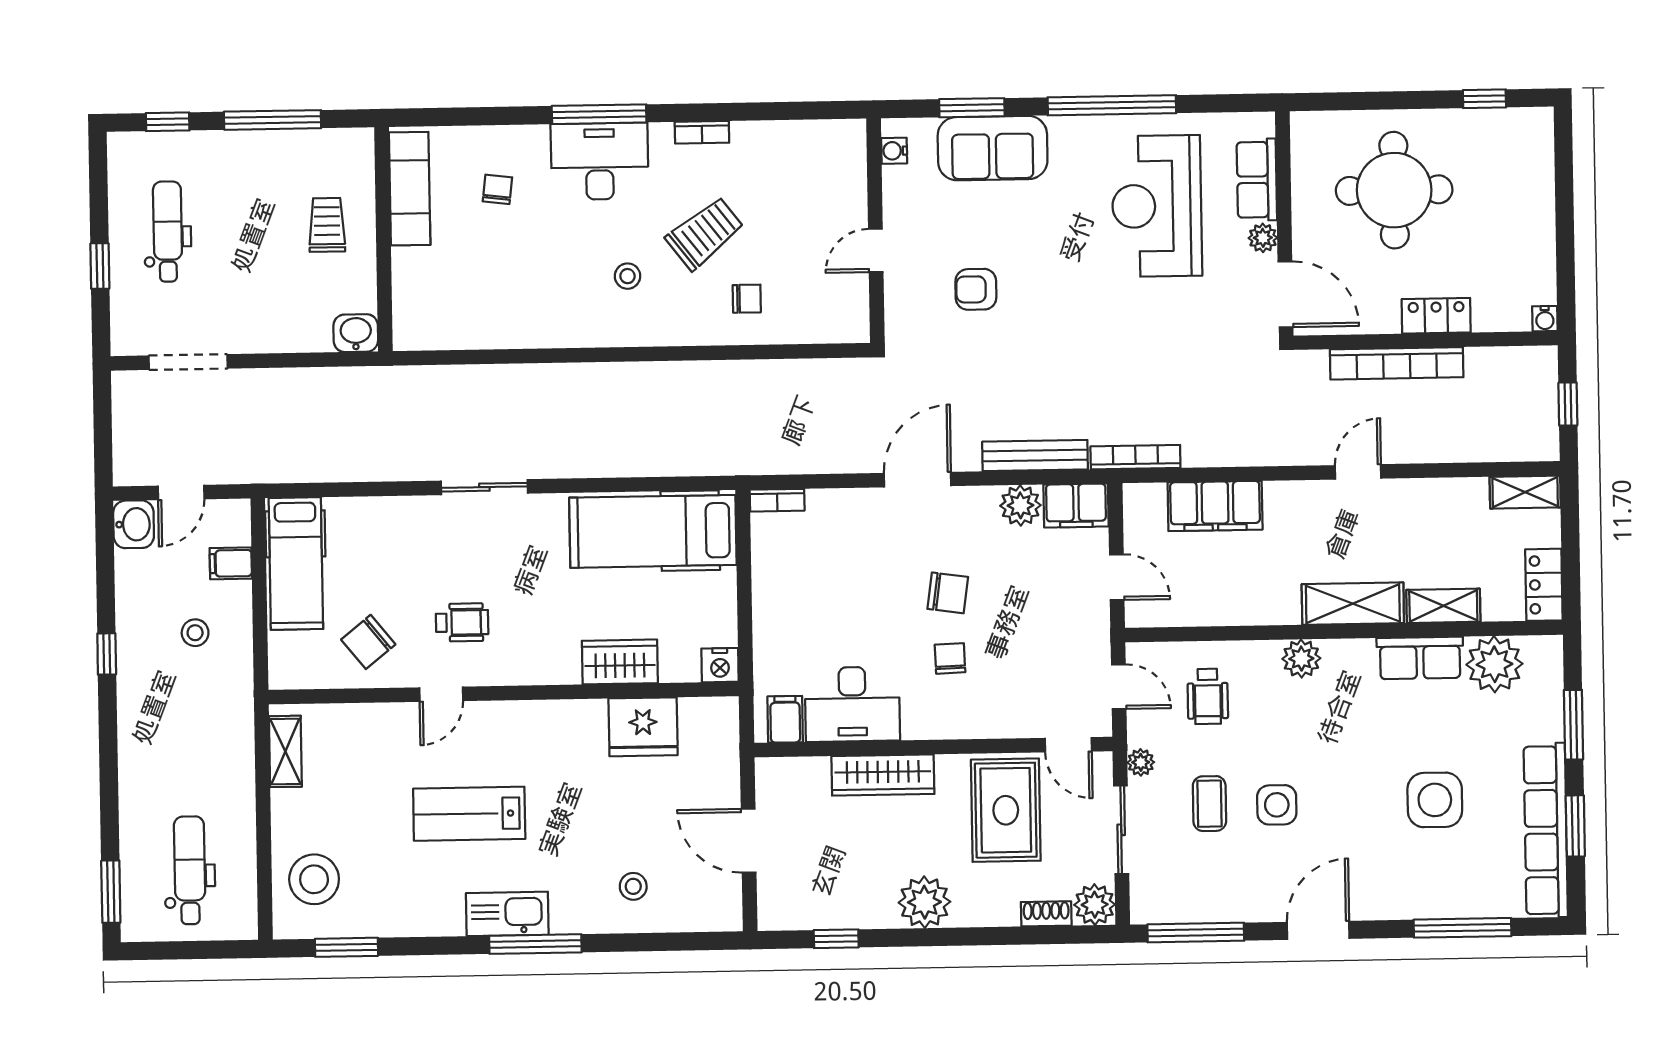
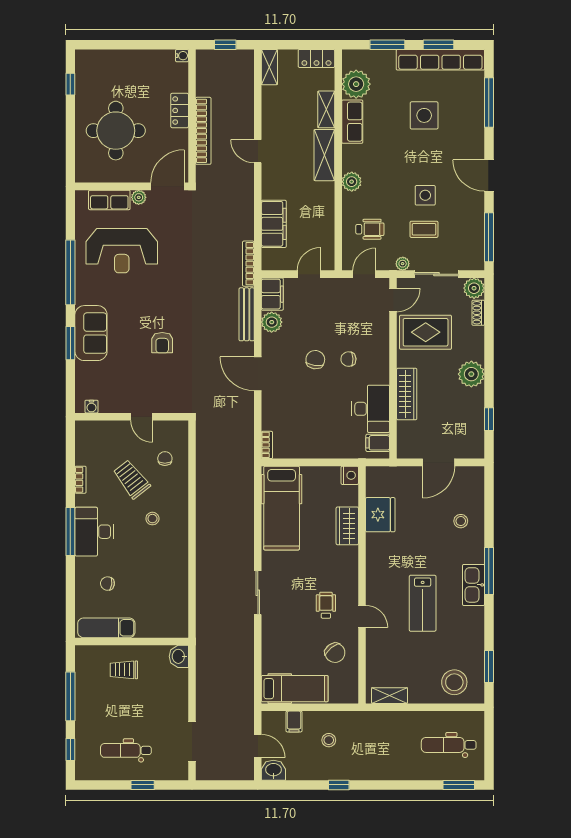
water cooler: (894, 151) -> (91, 407), moved
wall: (876, 231) -> (132, 417), moved
door: (876, 250) -> (142, 417), moved

